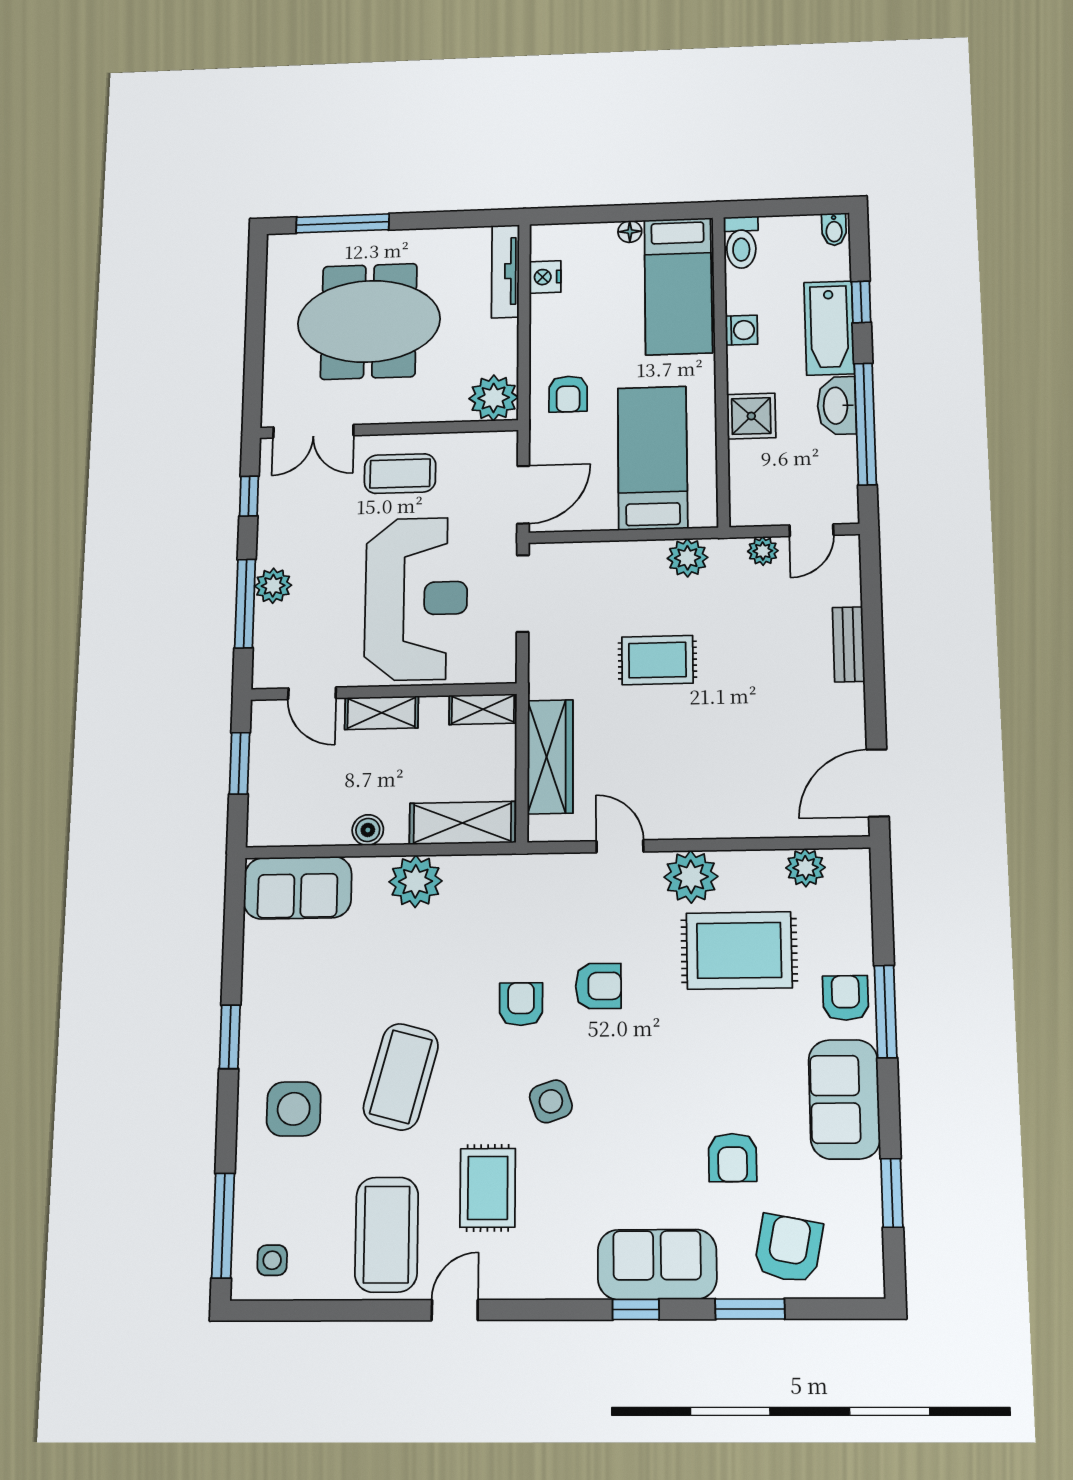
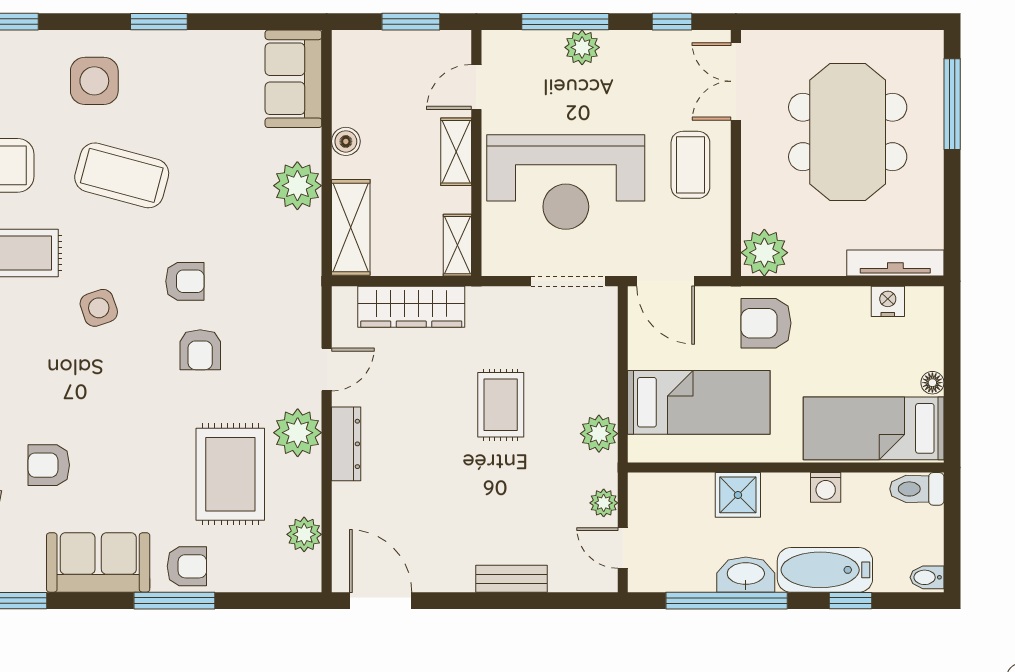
armchair: (568, 394) -> (766, 323), width x1.38, depth x1.38
dresser: (703, 824) -> (346, 444), added

